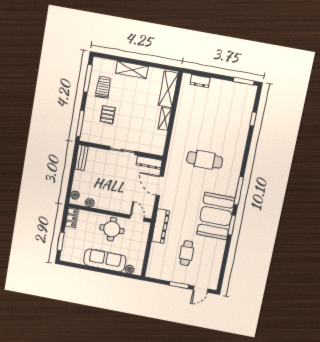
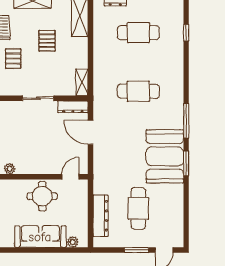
pallet: (138, 105) -> (47, 41), added
cafe table: (214, 112) -> (138, 33), added
shelving: (165, 119) -> (82, 82), moved
door: (137, 218) -> (70, 177), hinge flipped
dresser: (160, 226) -> (101, 216), moved
cafe table: (187, 253) -> (138, 208), width x1.37, depth x1.35

